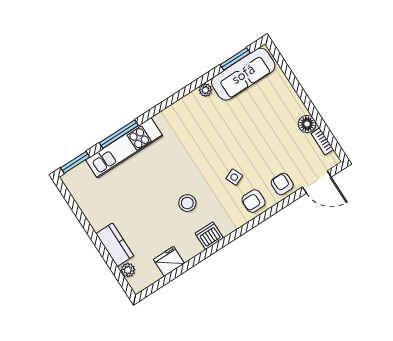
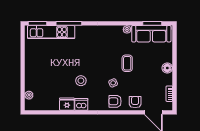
floor lamp: (307, 124) -> (167, 68), moved
coffee table: (236, 137) -> (127, 63), added
kitchen unit: (124, 148) -> (51, 32), moved
kitchen counter: (115, 245) -> (31, 78), removed
fridge: (169, 261) -> (67, 104), moved

